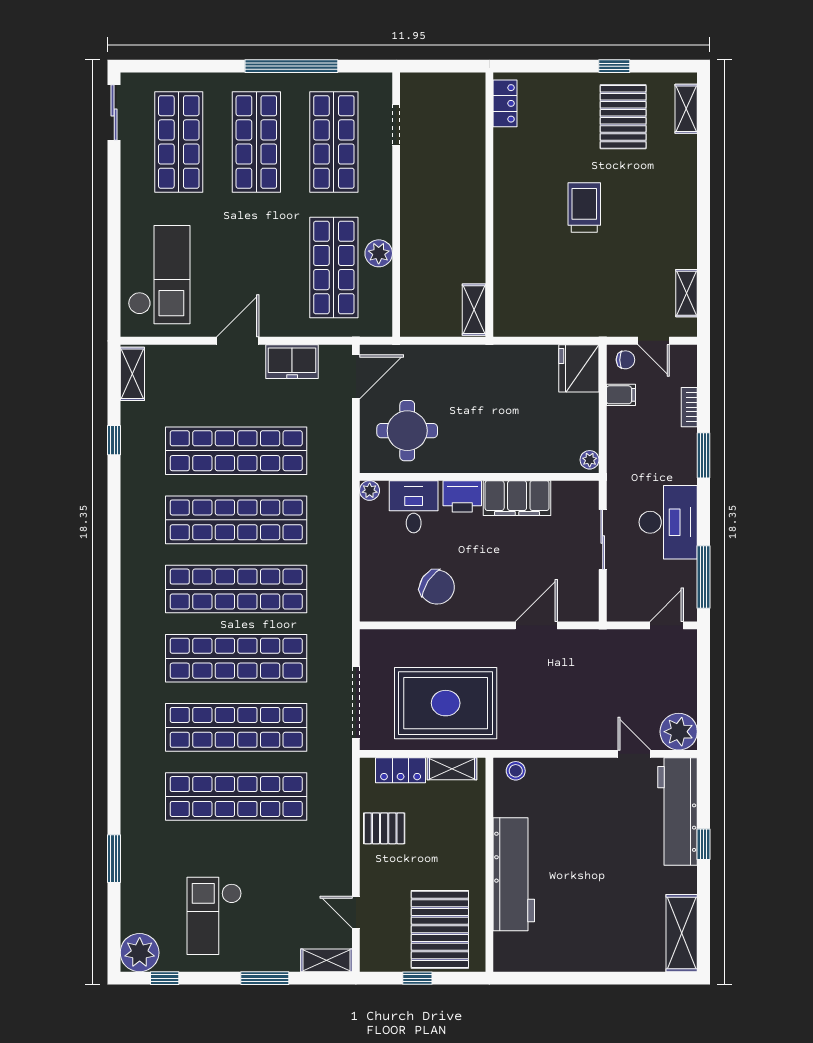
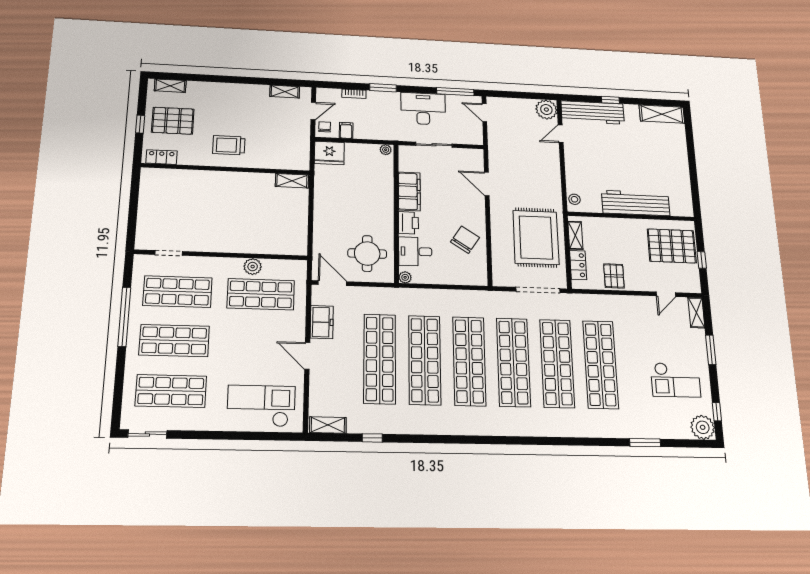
locker: (505, 103) -> (162, 157), moved
wall: (489, 205) -> (226, 169), moved
shelving: (474, 310) -> (292, 181), moved

